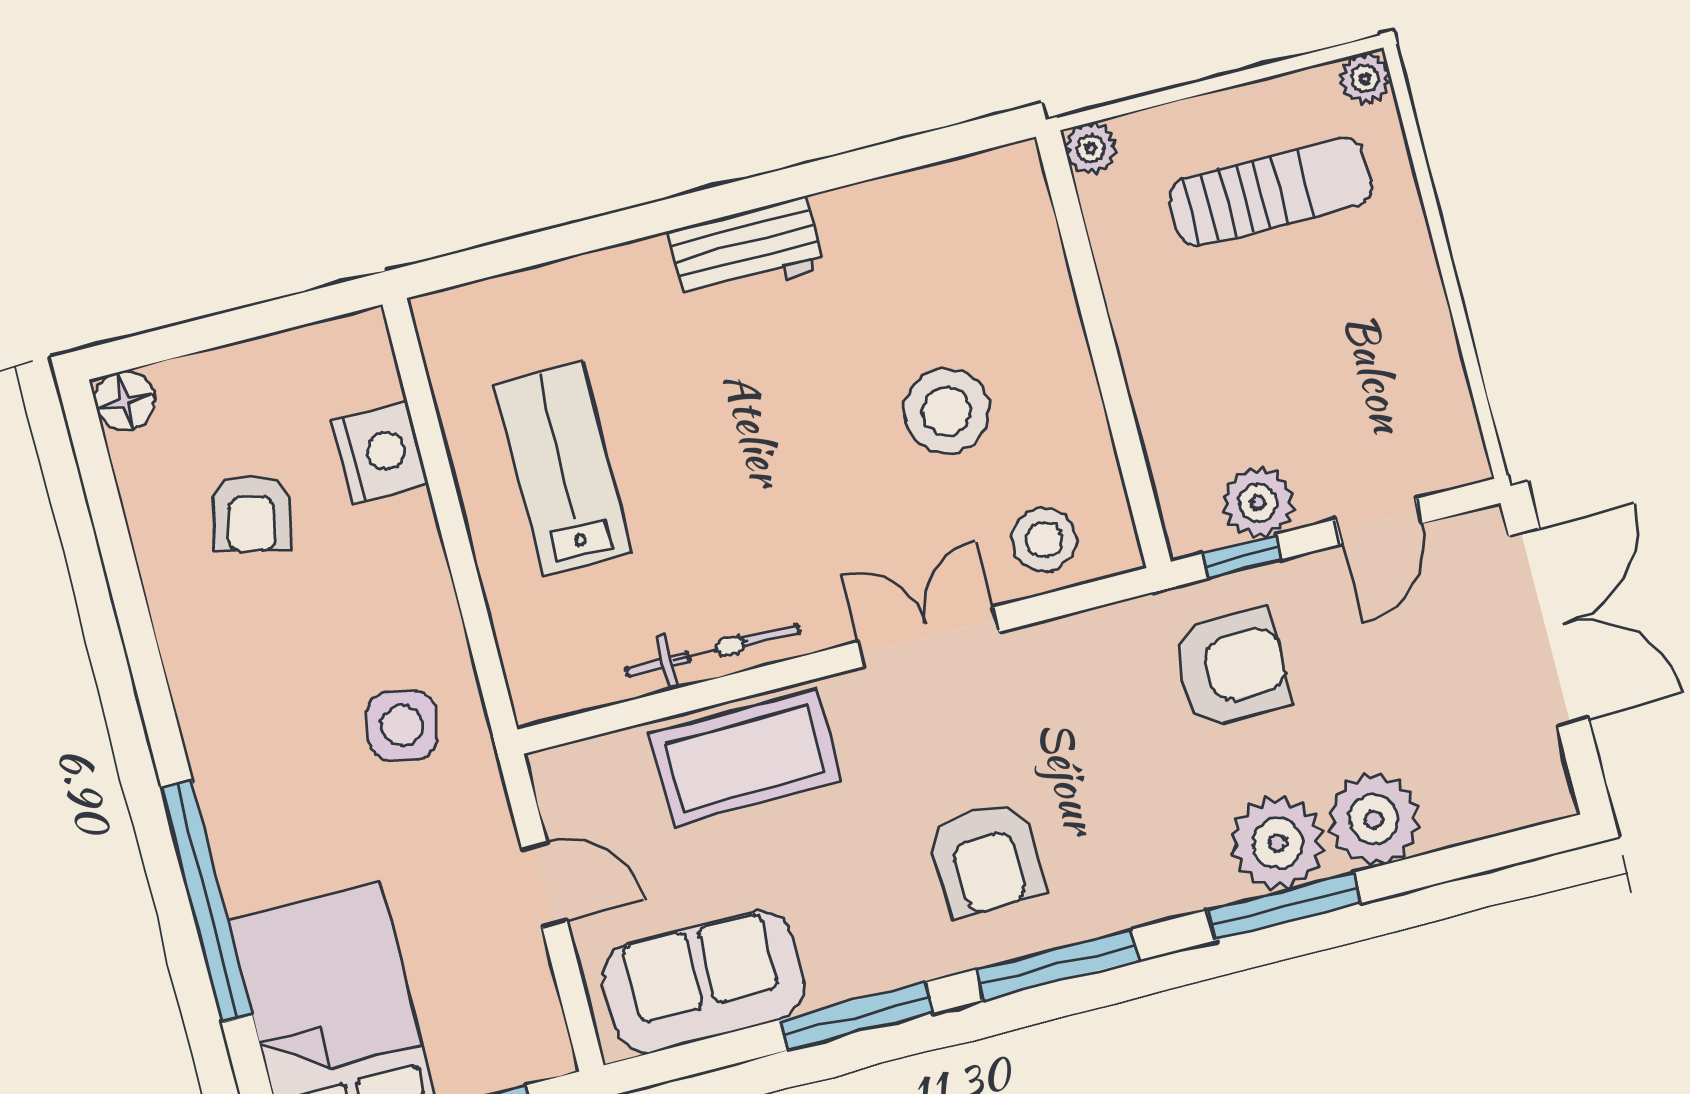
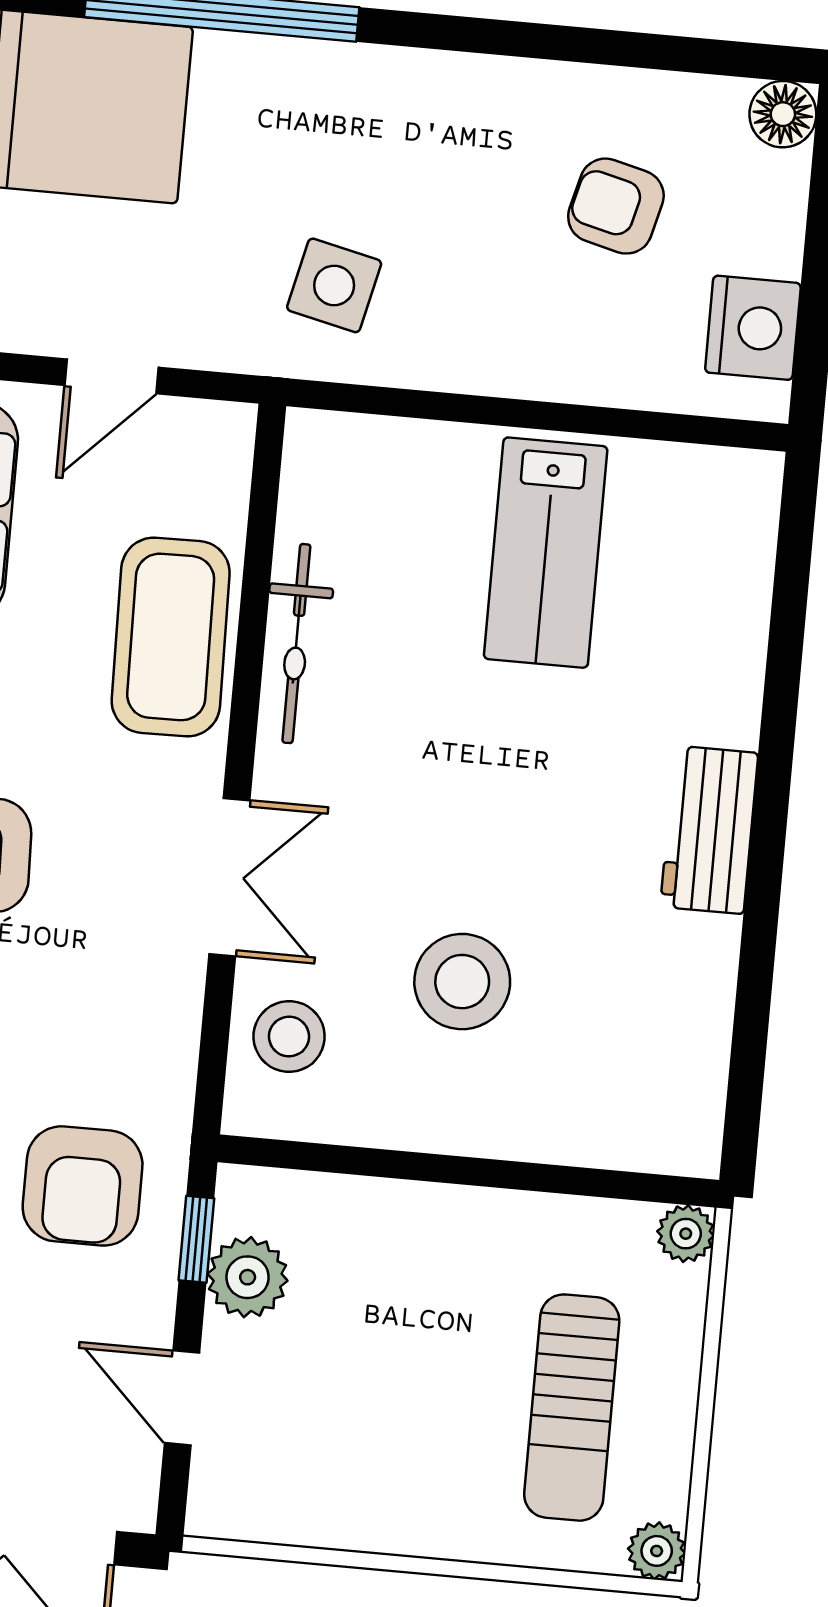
nightstand: (380, 452) -> (753, 328), moved, turned -90
lab bench: (563, 469) -> (546, 553), turned 90

